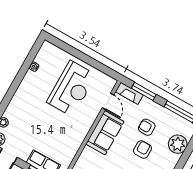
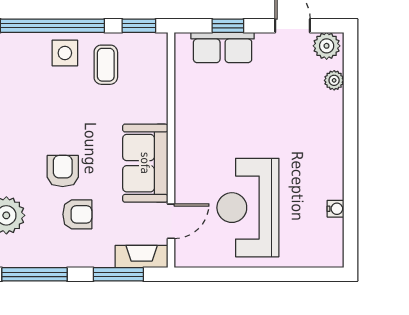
door: (108, 101) -> (171, 221), swing flipped
armchair: (142, 150) -> (63, 171), turned 180

